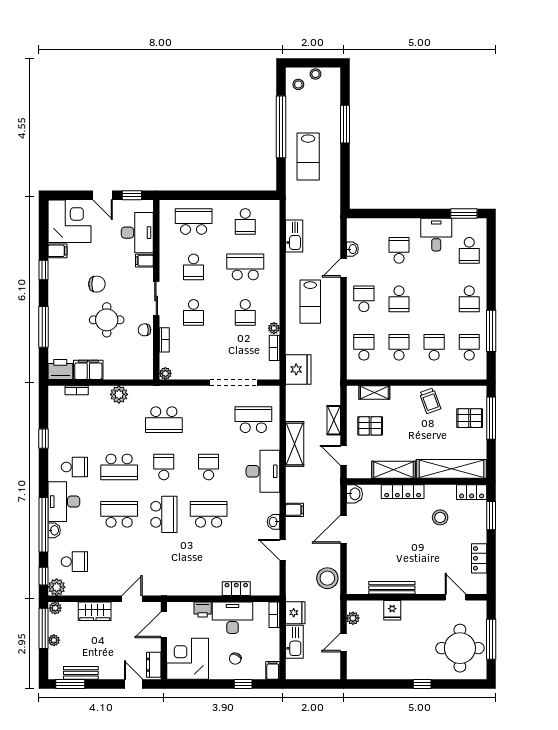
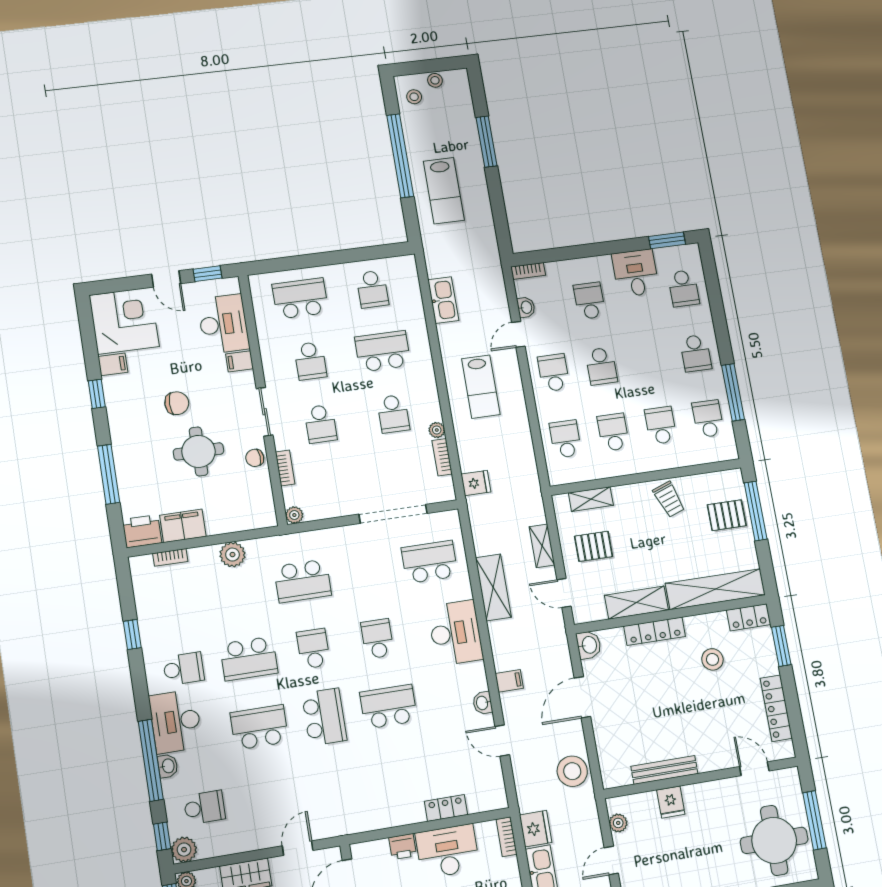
bookcase: (359, 223) -> (528, 271), added
fridge: (298, 369) -> (476, 483), width x0.53, depth x0.75
locker: (479, 558) -> (776, 708), width x1.53

